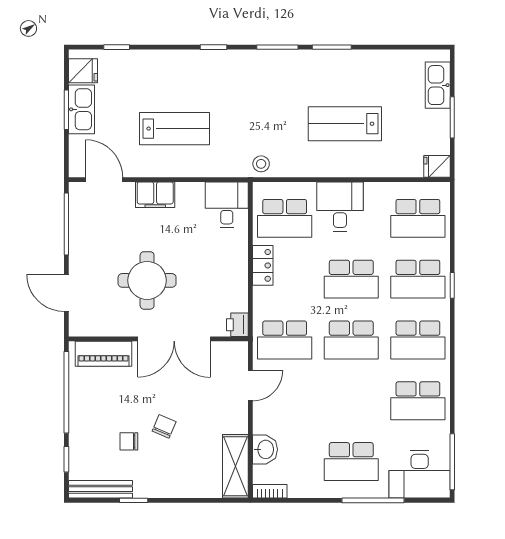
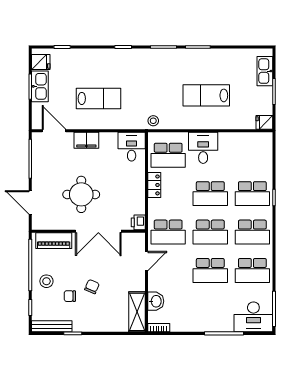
school desk: (418, 218) -> (252, 155), removed
stool: (92, 418) -> (46, 281), added
school desk: (351, 462) -> (210, 270), moved

